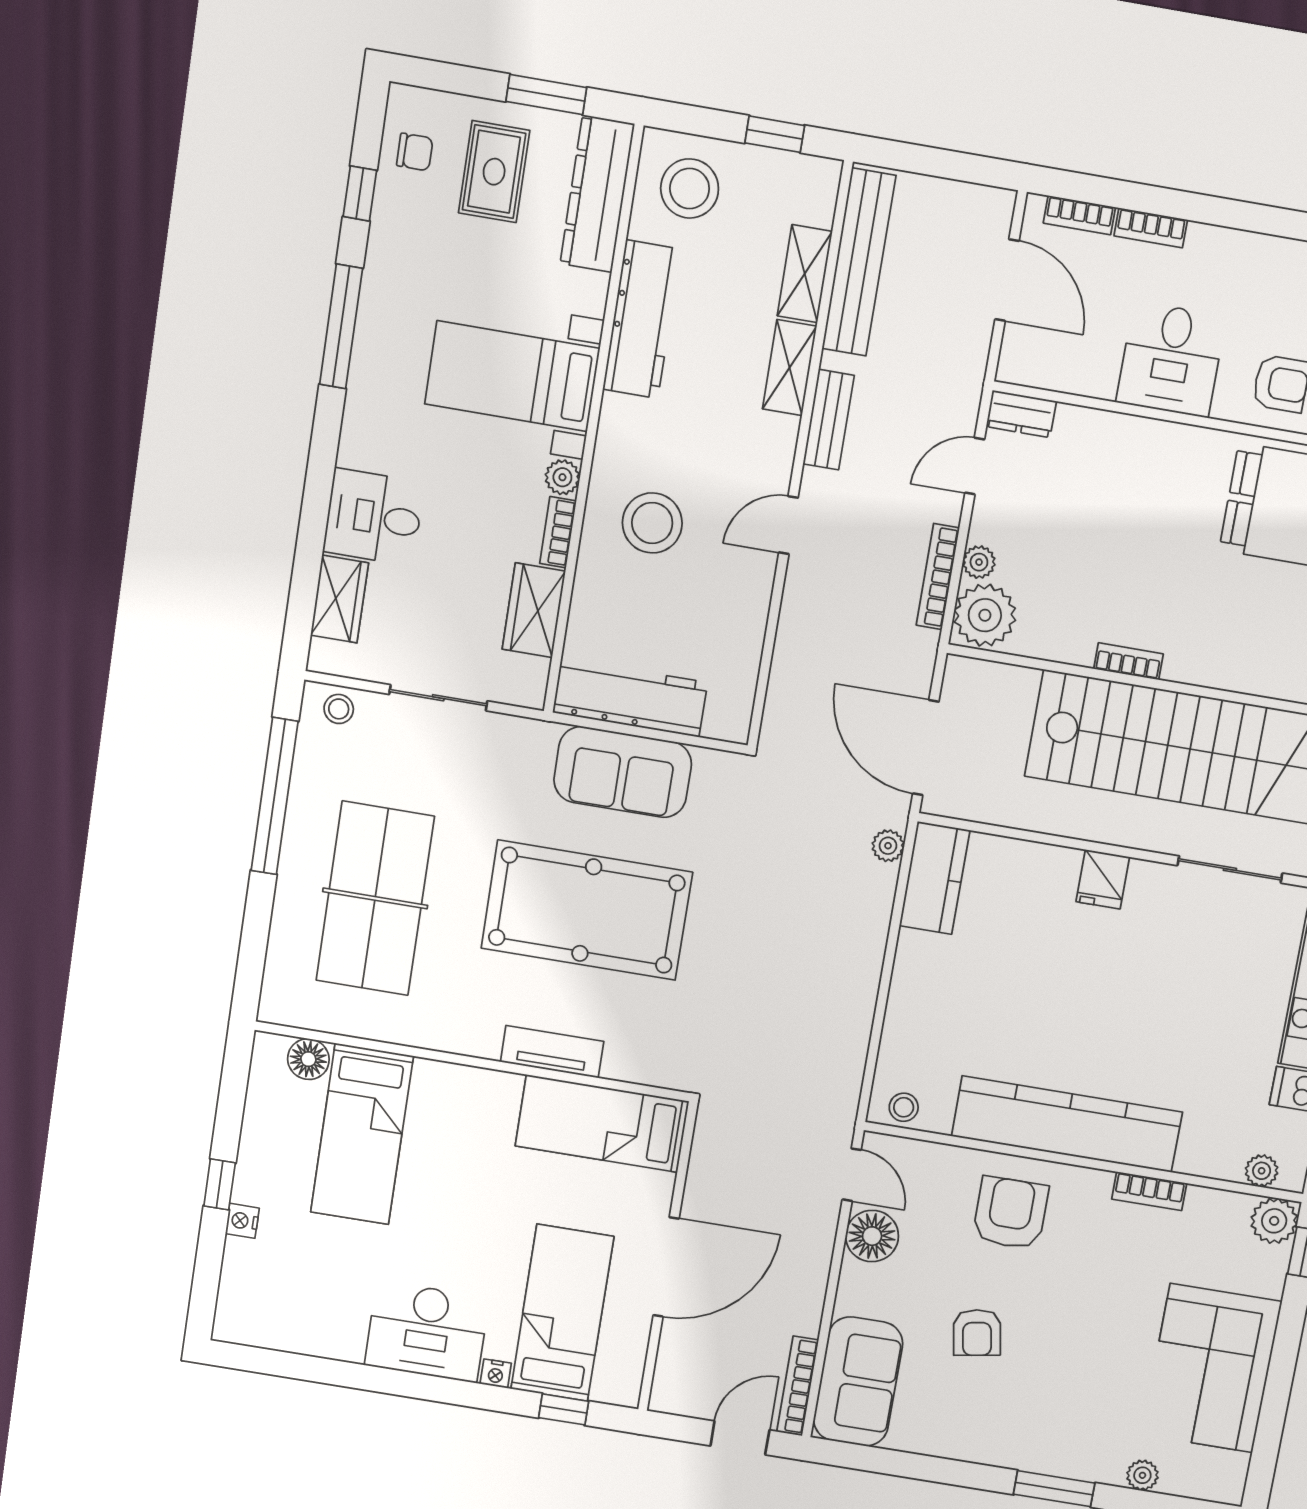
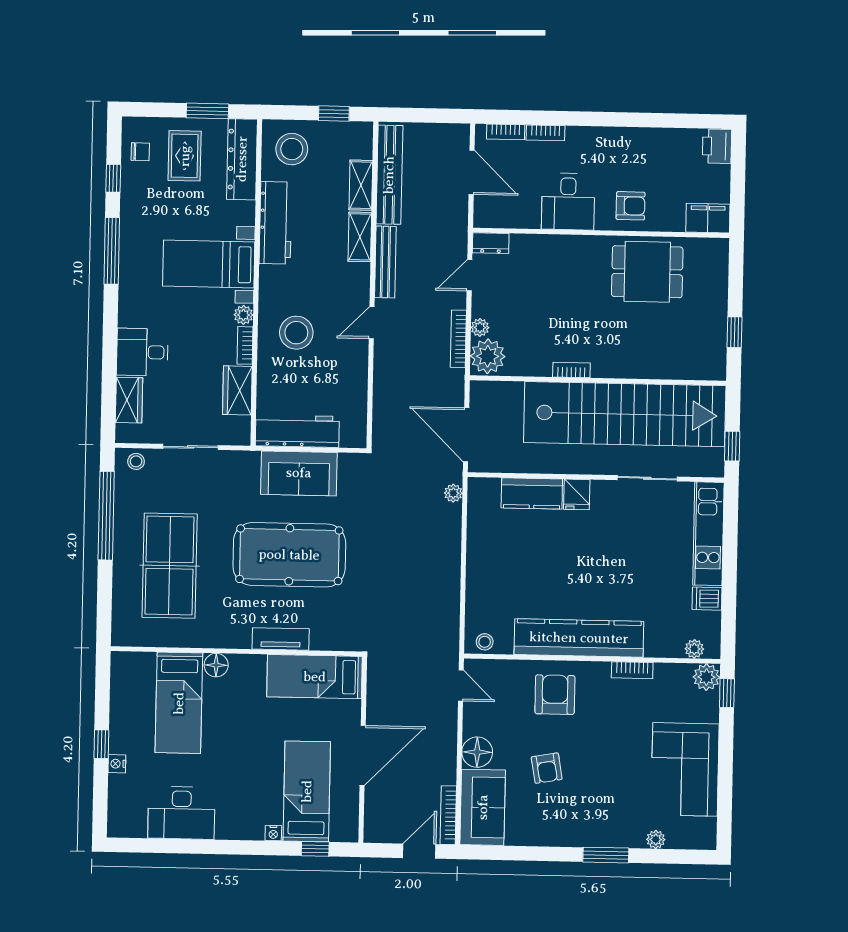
bench: (829, 420) -> (385, 262), width x1.36
kitchen counter: (935, 878) -> (532, 493), moved, turned 90
floor lamp: (308, 1059) -> (216, 665), moved
floor lamp: (872, 1236) -> (477, 752), moved
desk: (427, 1332) -> (181, 813), moved

